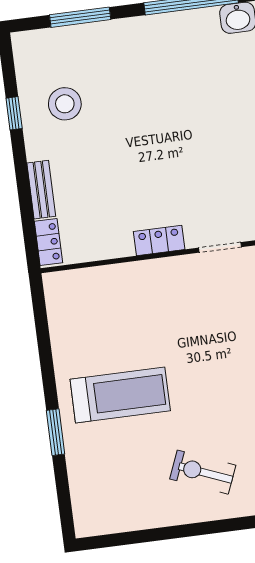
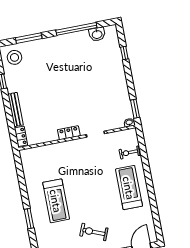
stool: (65, 104) -> (14, 57), moved
bench: (41, 190) -> (16, 109), width x1.36
treadmill: (120, 395) -> (56, 201), turned 90

